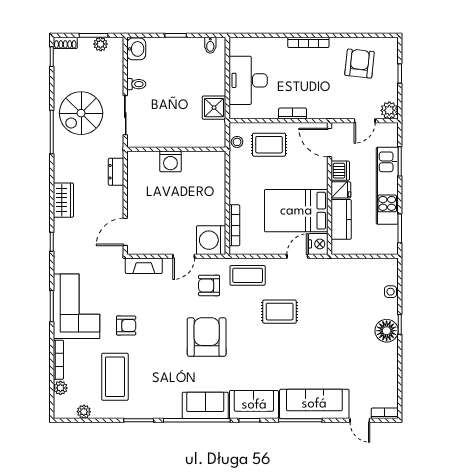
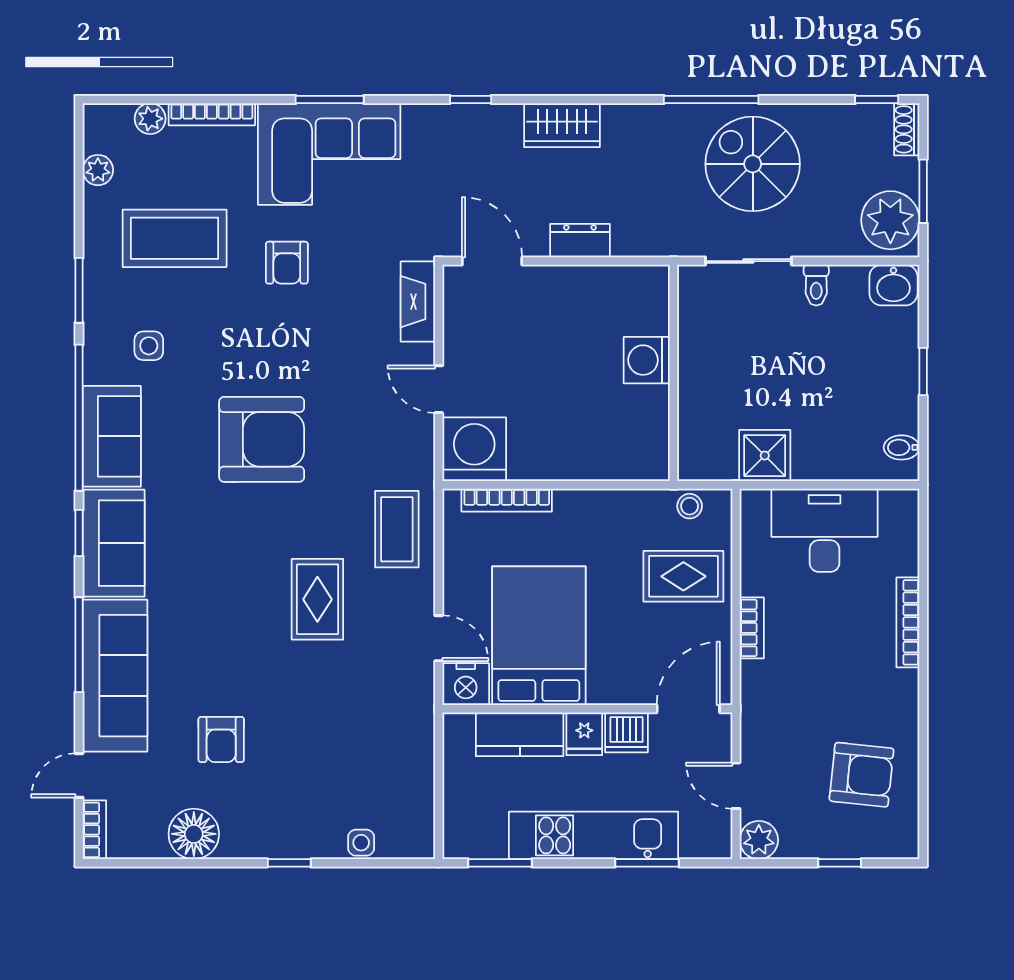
bookcase: (308, 42) -> (908, 622), moved
plant: (101, 44) -> (890, 220), width x1.88, depth x1.88
rug: (269, 145) -> (683, 576), turned 90
dresser: (116, 172) -> (580, 241), moved
armchair: (209, 285) -> (221, 740), moved, turned 180
floor lamp: (387, 331) -> (194, 834), moved
side table: (164, 388) -> (149, 346), added

